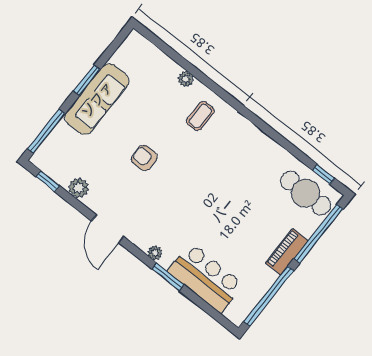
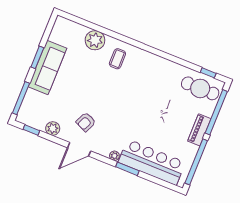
plant: (186, 79) -> (95, 40), width x1.87, depth x1.87
armchair: (144, 158) -> (86, 122), moved, turned -66
door: (107, 229) -> (79, 149), hinge flipped
bar counter: (206, 278) -> (152, 162), width x1.36

